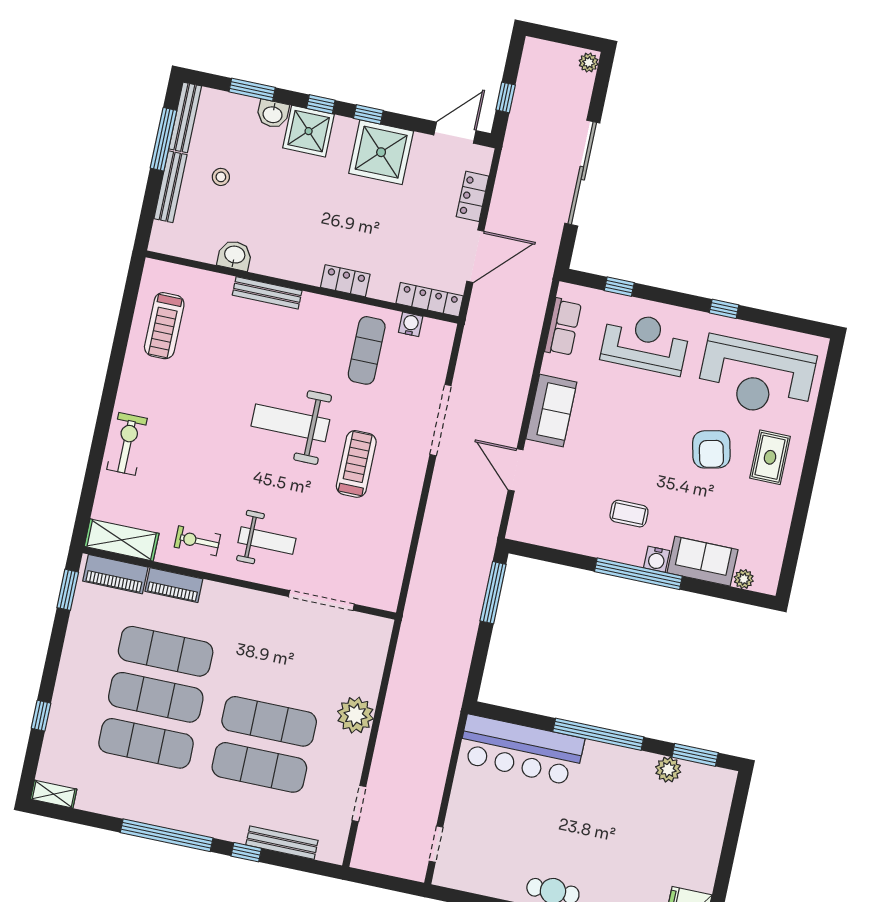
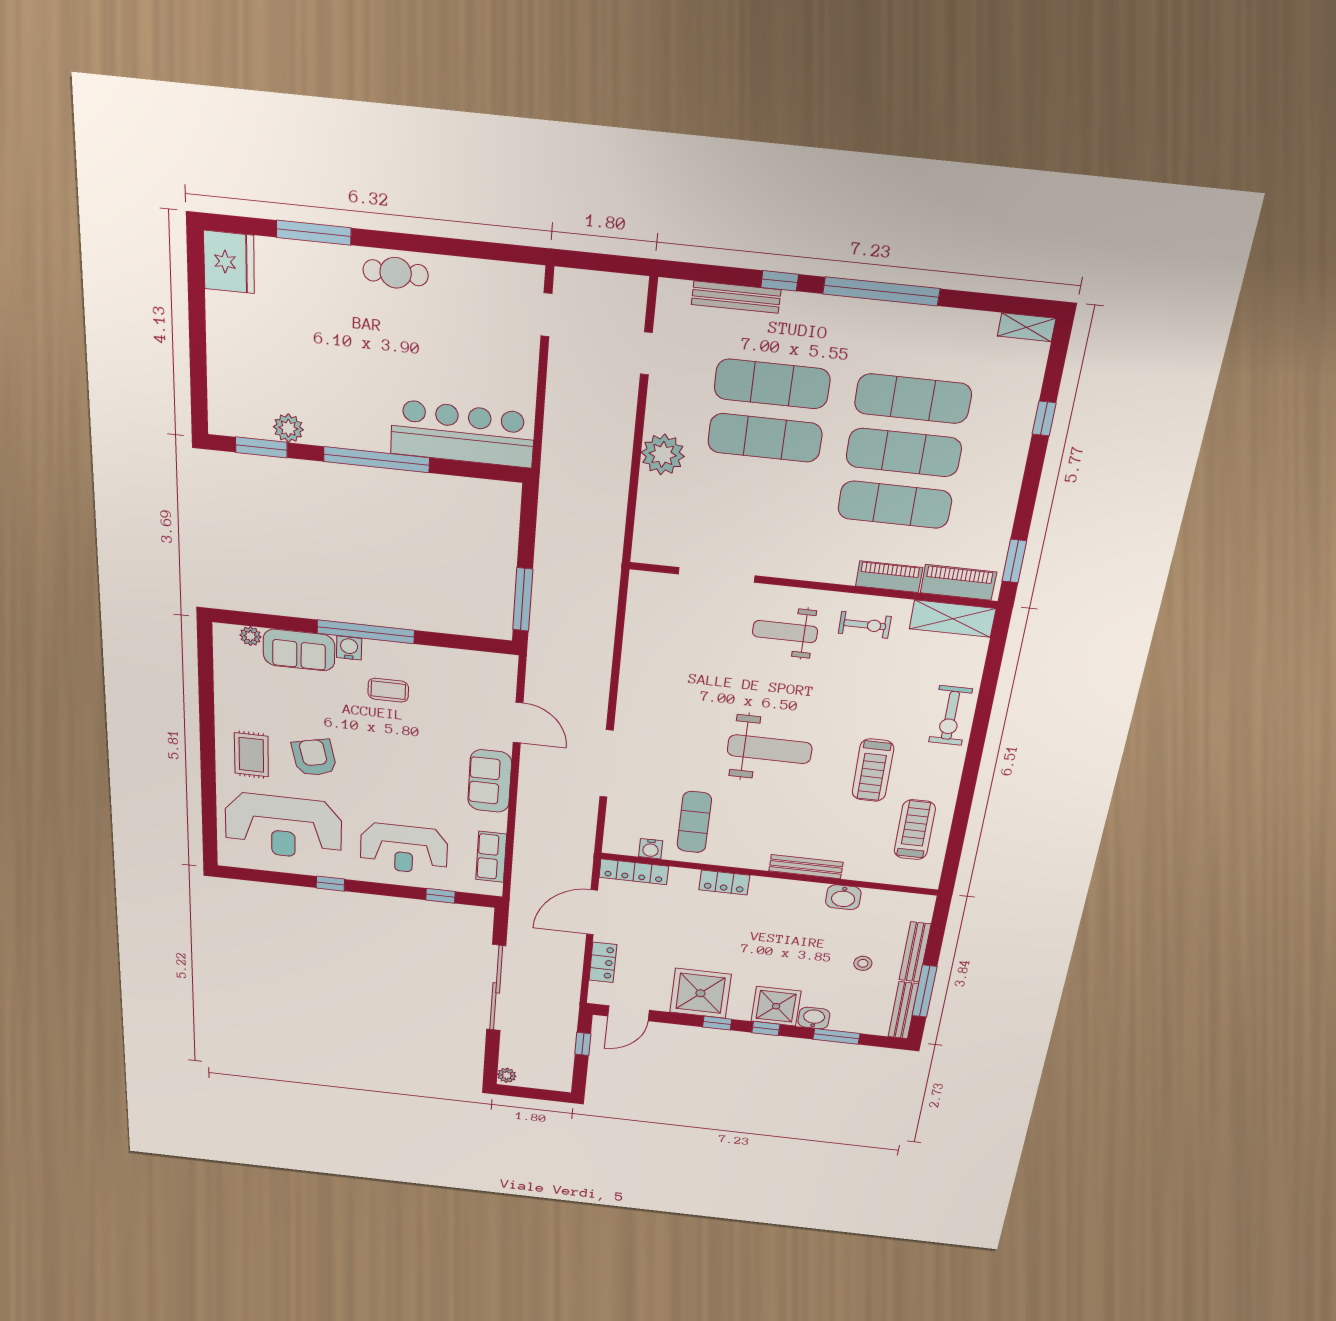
reception desk: (756, 377) -> (283, 826), turned 180
treadmill: (356, 464) -> (873, 770), moved

